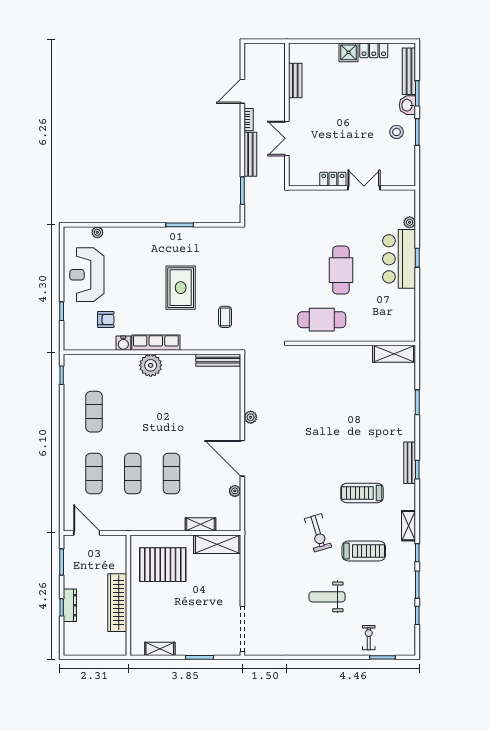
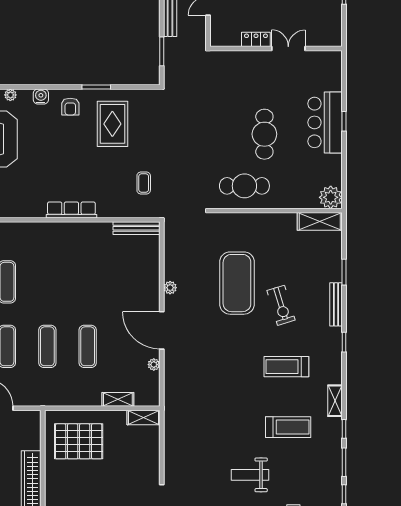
plant: (410, 222) -> (331, 197), moved, width x1.88, depth x1.88
rug: (181, 288) -> (112, 124), moved
armchair: (106, 319) -> (70, 107), moved, turned 90
water cooler: (123, 343) -> (41, 97), moved, turned 180
plant: (151, 365) -> (66, 234), removed
exercise mat: (315, 413) -> (237, 283), added
bench: (410, 463) -> (336, 304), moved
exercise bike: (318, 533) -> (281, 305), moved
shelving: (217, 544) -> (143, 418), width x0.67, depth x0.75

